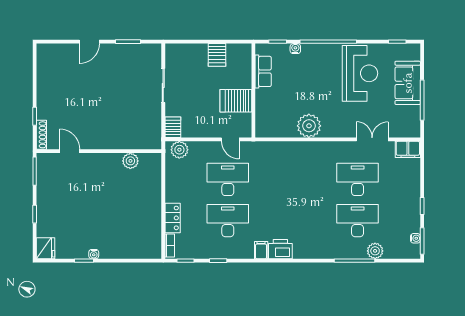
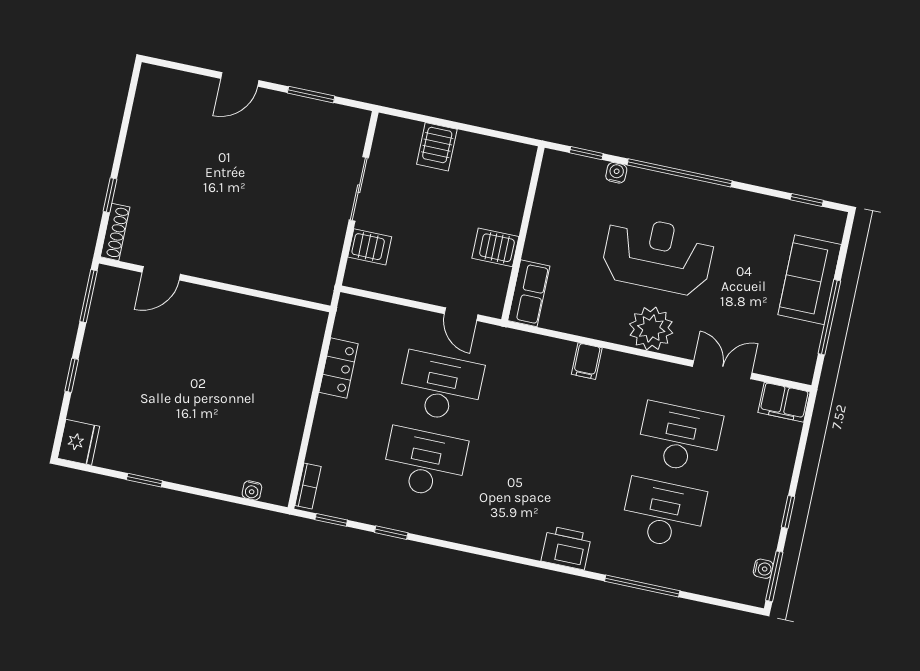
server rack: (217, 55) -> (437, 147), moved
row of seats: (263, 71) -> (529, 293), moved
reception desk: (360, 73) -> (658, 255), moved, turned -90
server rack: (236, 101) -> (495, 247), width x0.73, depth x0.70
plant: (309, 126) -> (651, 329), moved
server rack: (173, 127) -> (370, 247), moved, turned 90
plant: (179, 150) -> (363, 313), removed
door: (70, 151) -> (161, 273), swing flipped
plant: (130, 161) -> (269, 315), removed
locker: (173, 218) -> (339, 368), moved
printer: (280, 249) -> (566, 548), moved
filing cabinet: (261, 250) -> (587, 361), moved, turned 180
plant: (375, 251) -> (684, 576), removed
water cooler: (94, 254) -> (252, 490), moved

